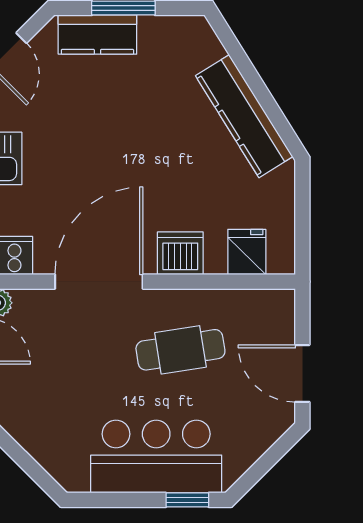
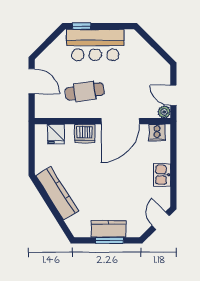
kitchen counter: (97, 35) -> (109, 229), moved

